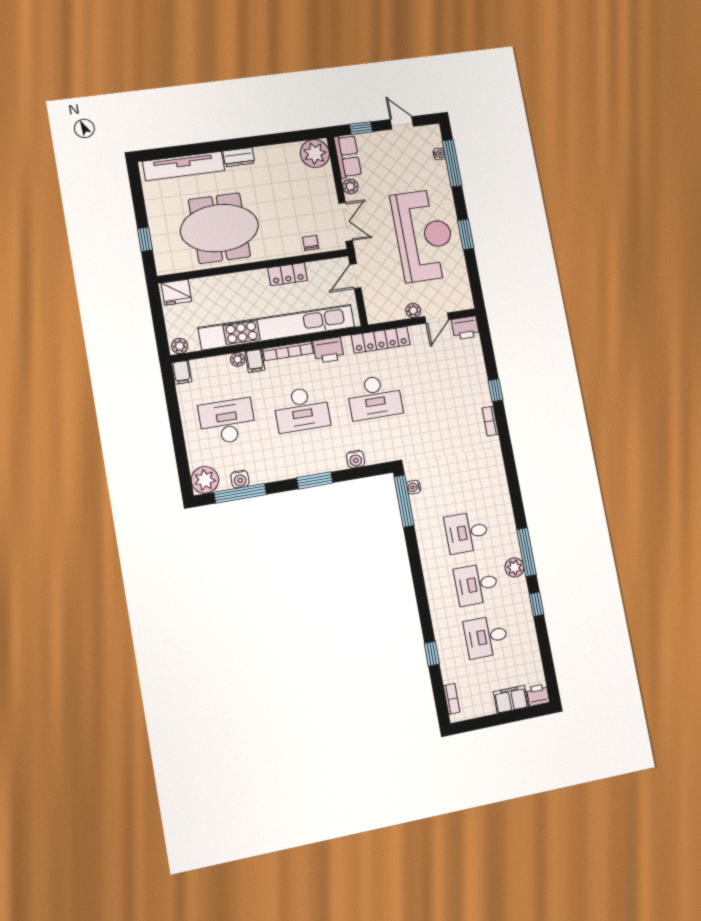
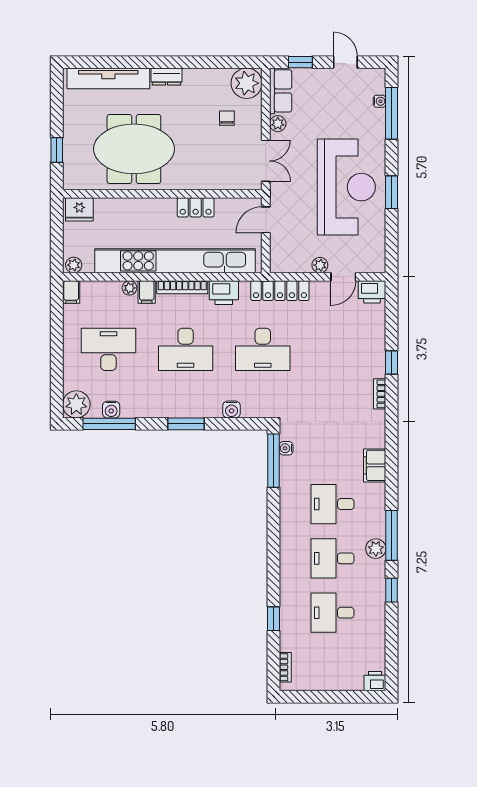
chair: (311, 243) -> (227, 118), moved
filing cabinet: (511, 699) -> (375, 465), moved, turned -90

